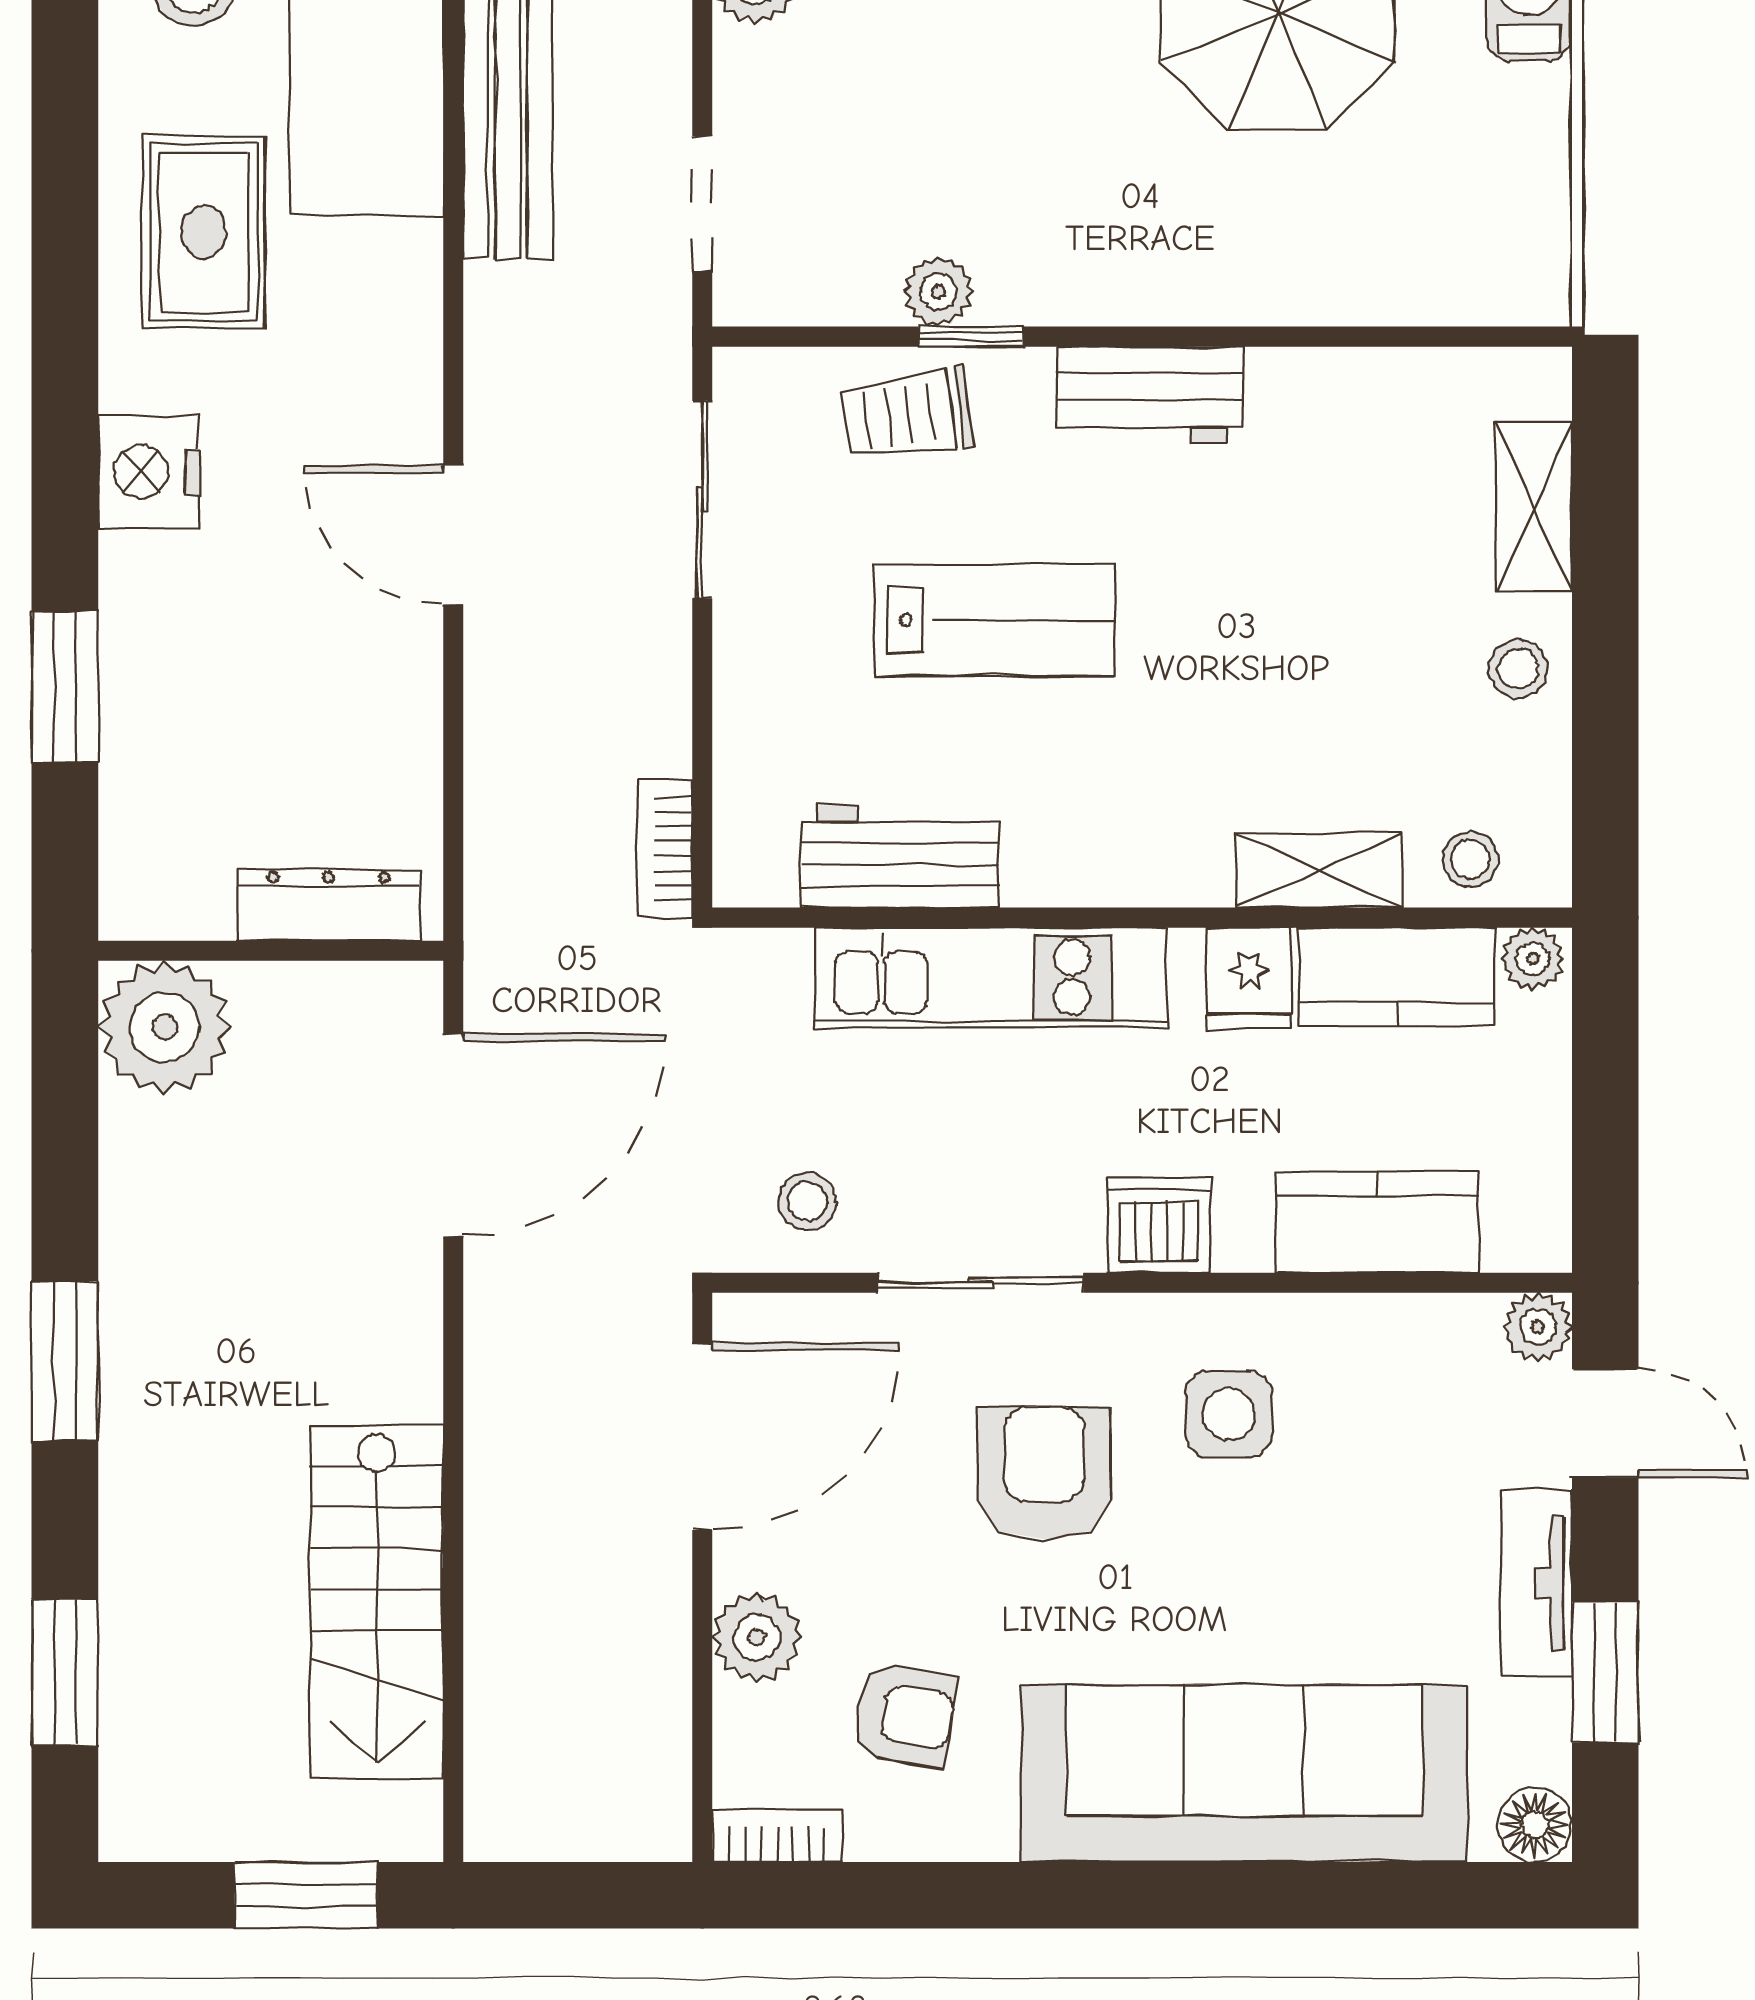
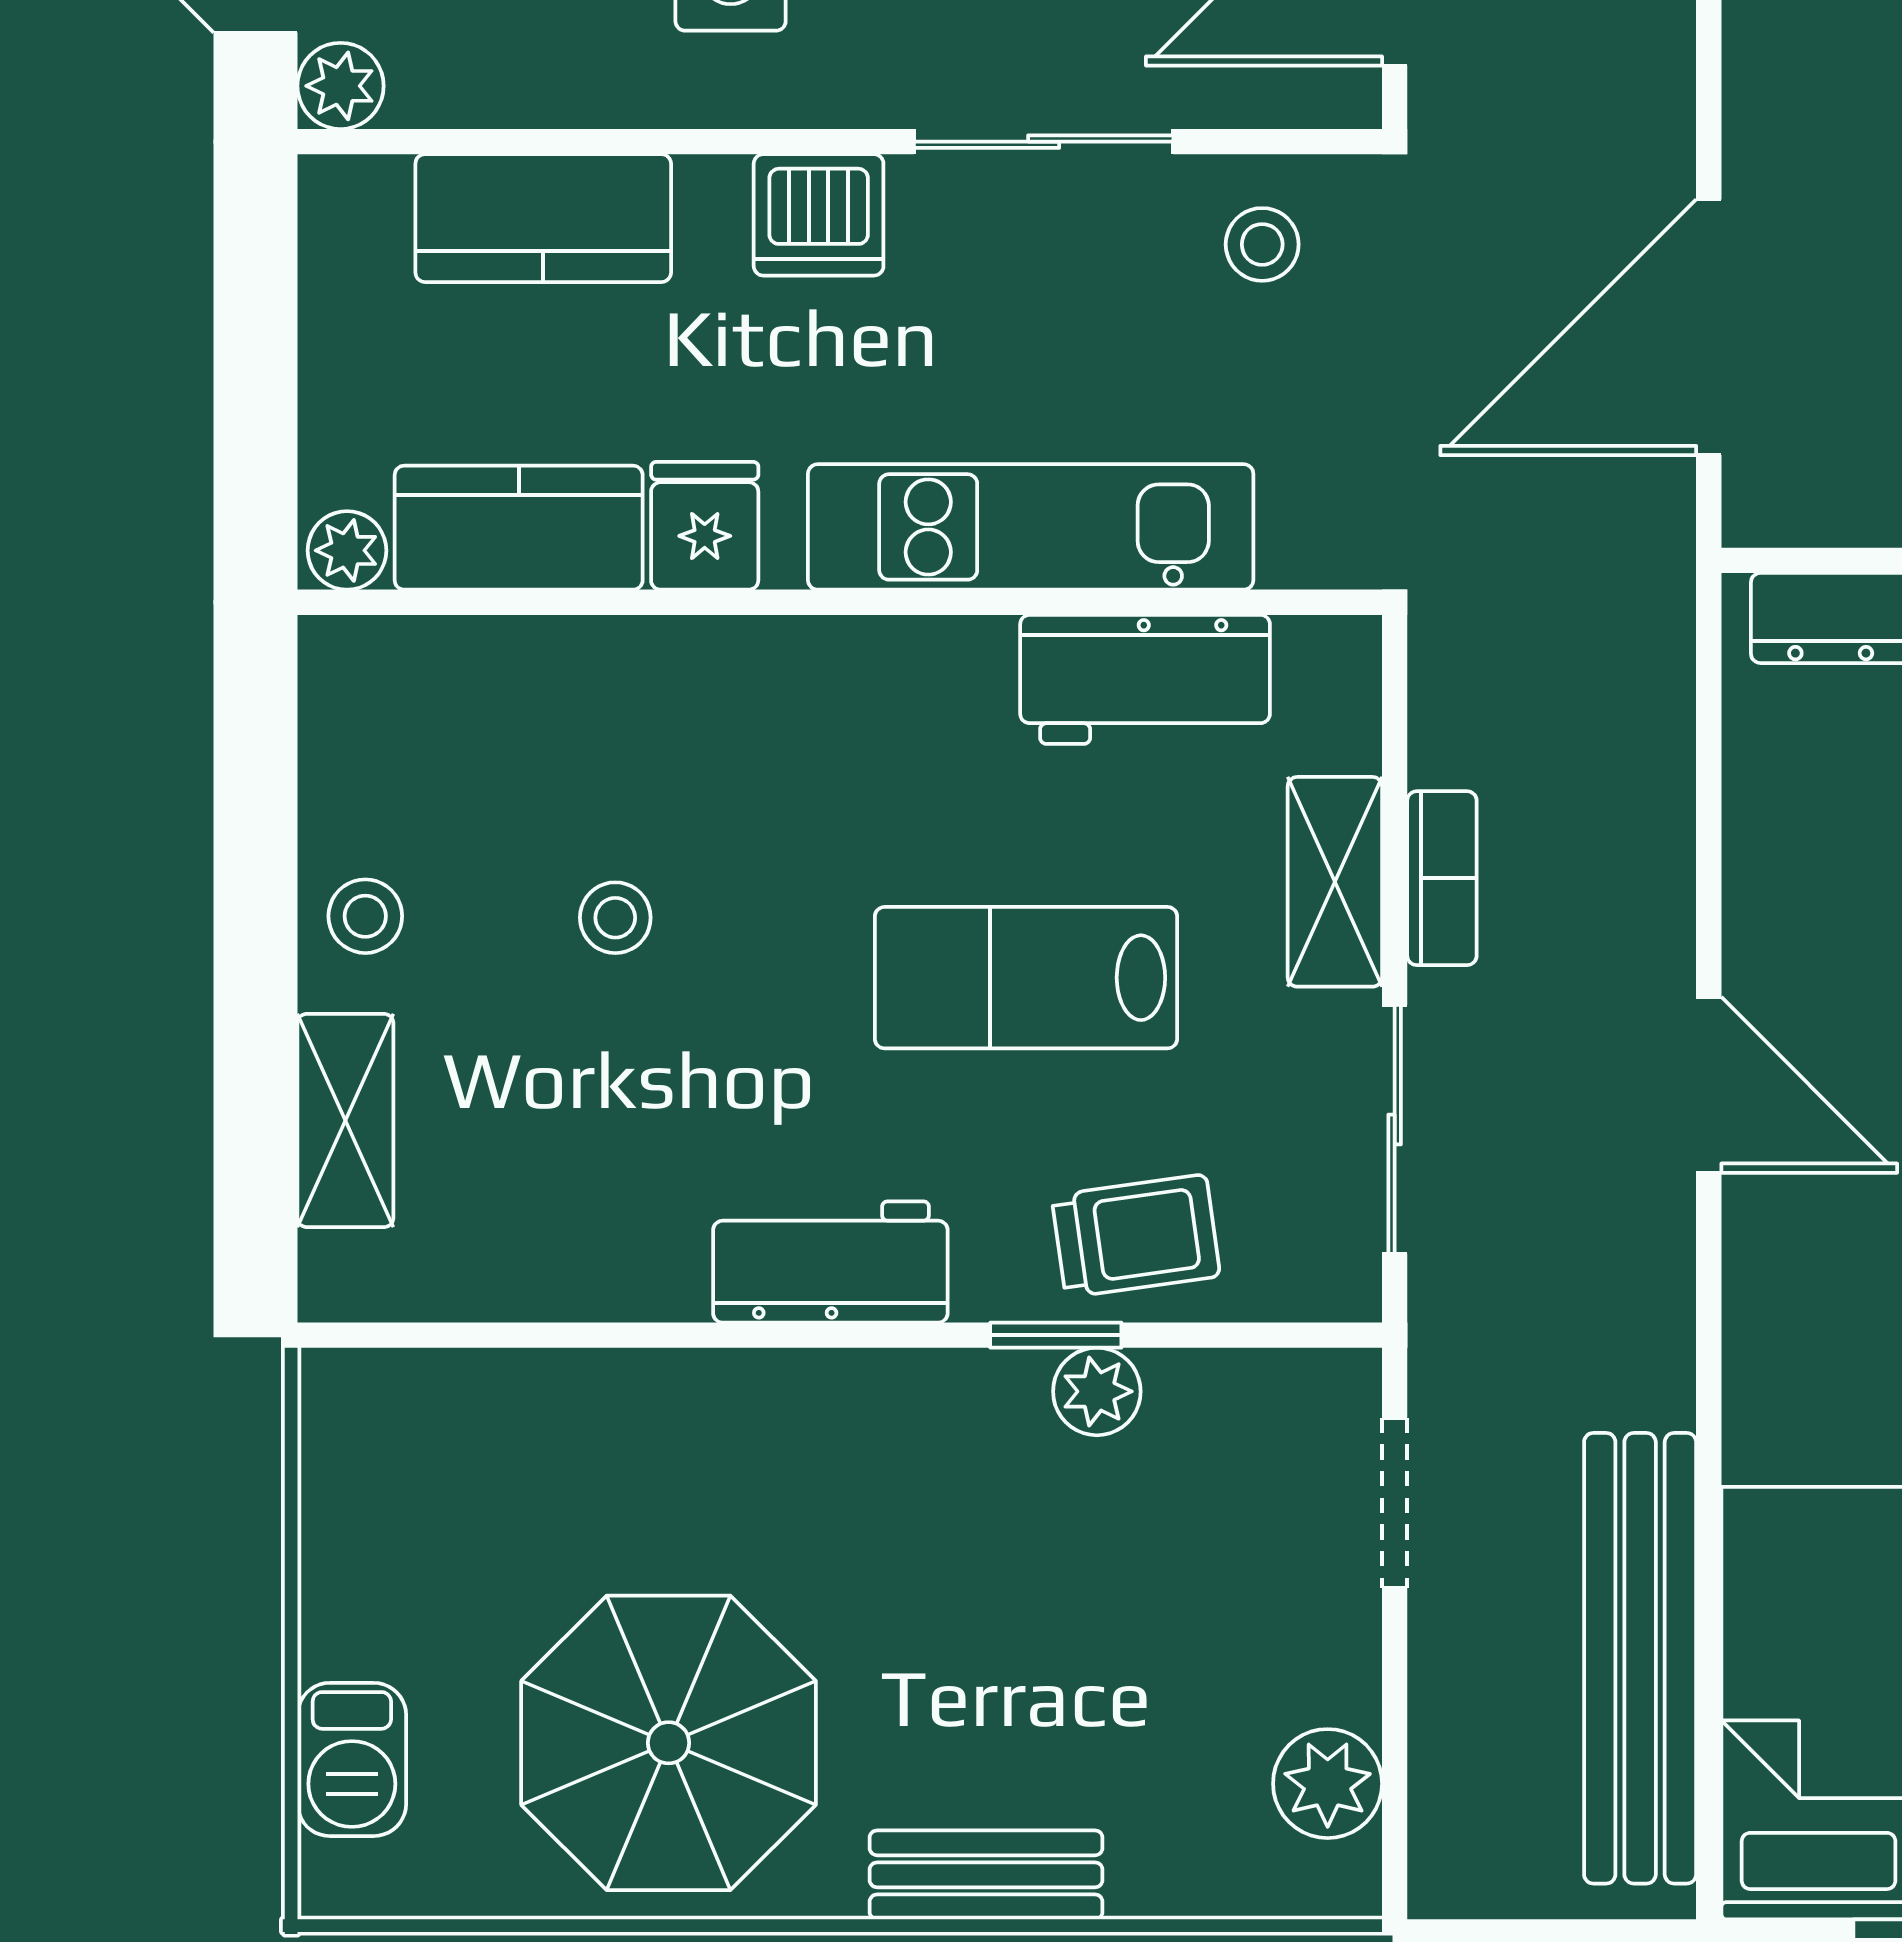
bookcase: (665, 849) -> (1442, 878), moved
stool: (1470, 860) -> (615, 918), moved
shelving: (1319, 870) -> (1335, 882), moved, turned 90

